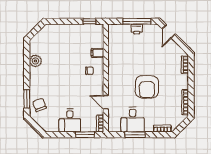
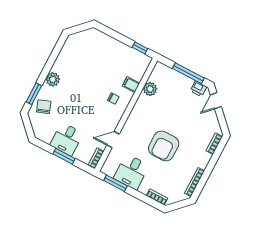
printer: (137, 29) -> (199, 89), moved
plant: (114, 49) -> (150, 89), added
plant: (35, 61) -> (53, 79), moved
door: (106, 102) -> (113, 140), hinge flipped
window: (85, 135) -> (64, 156), moved
window: (135, 135) -> (115, 183), moved

